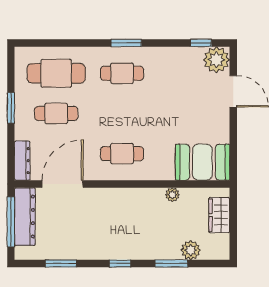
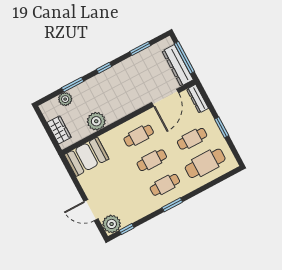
cafe table: (122, 113) -> (152, 160), added
plant: (172, 195) -> (96, 121), width x1.87, depth x1.87

